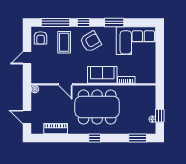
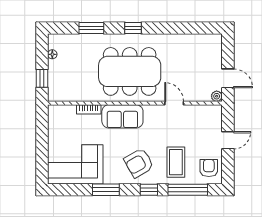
window: (160, 116) -> (42, 78), moved
door: (27, 117) -> (228, 78), moved
piano: (56, 129) -> (188, 41), removed
window: (138, 138) -> (91, 28), moved

